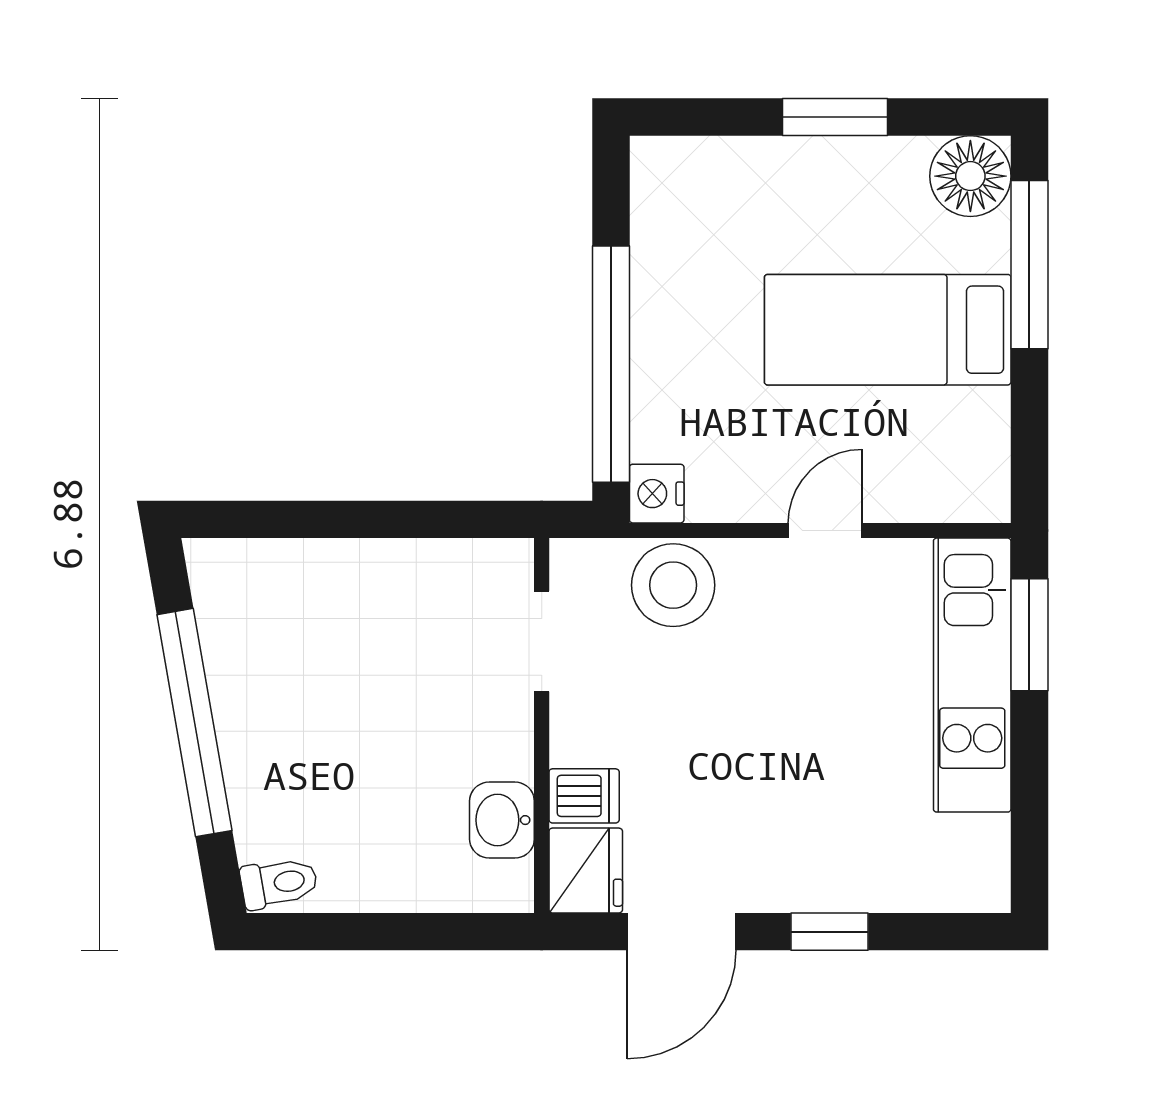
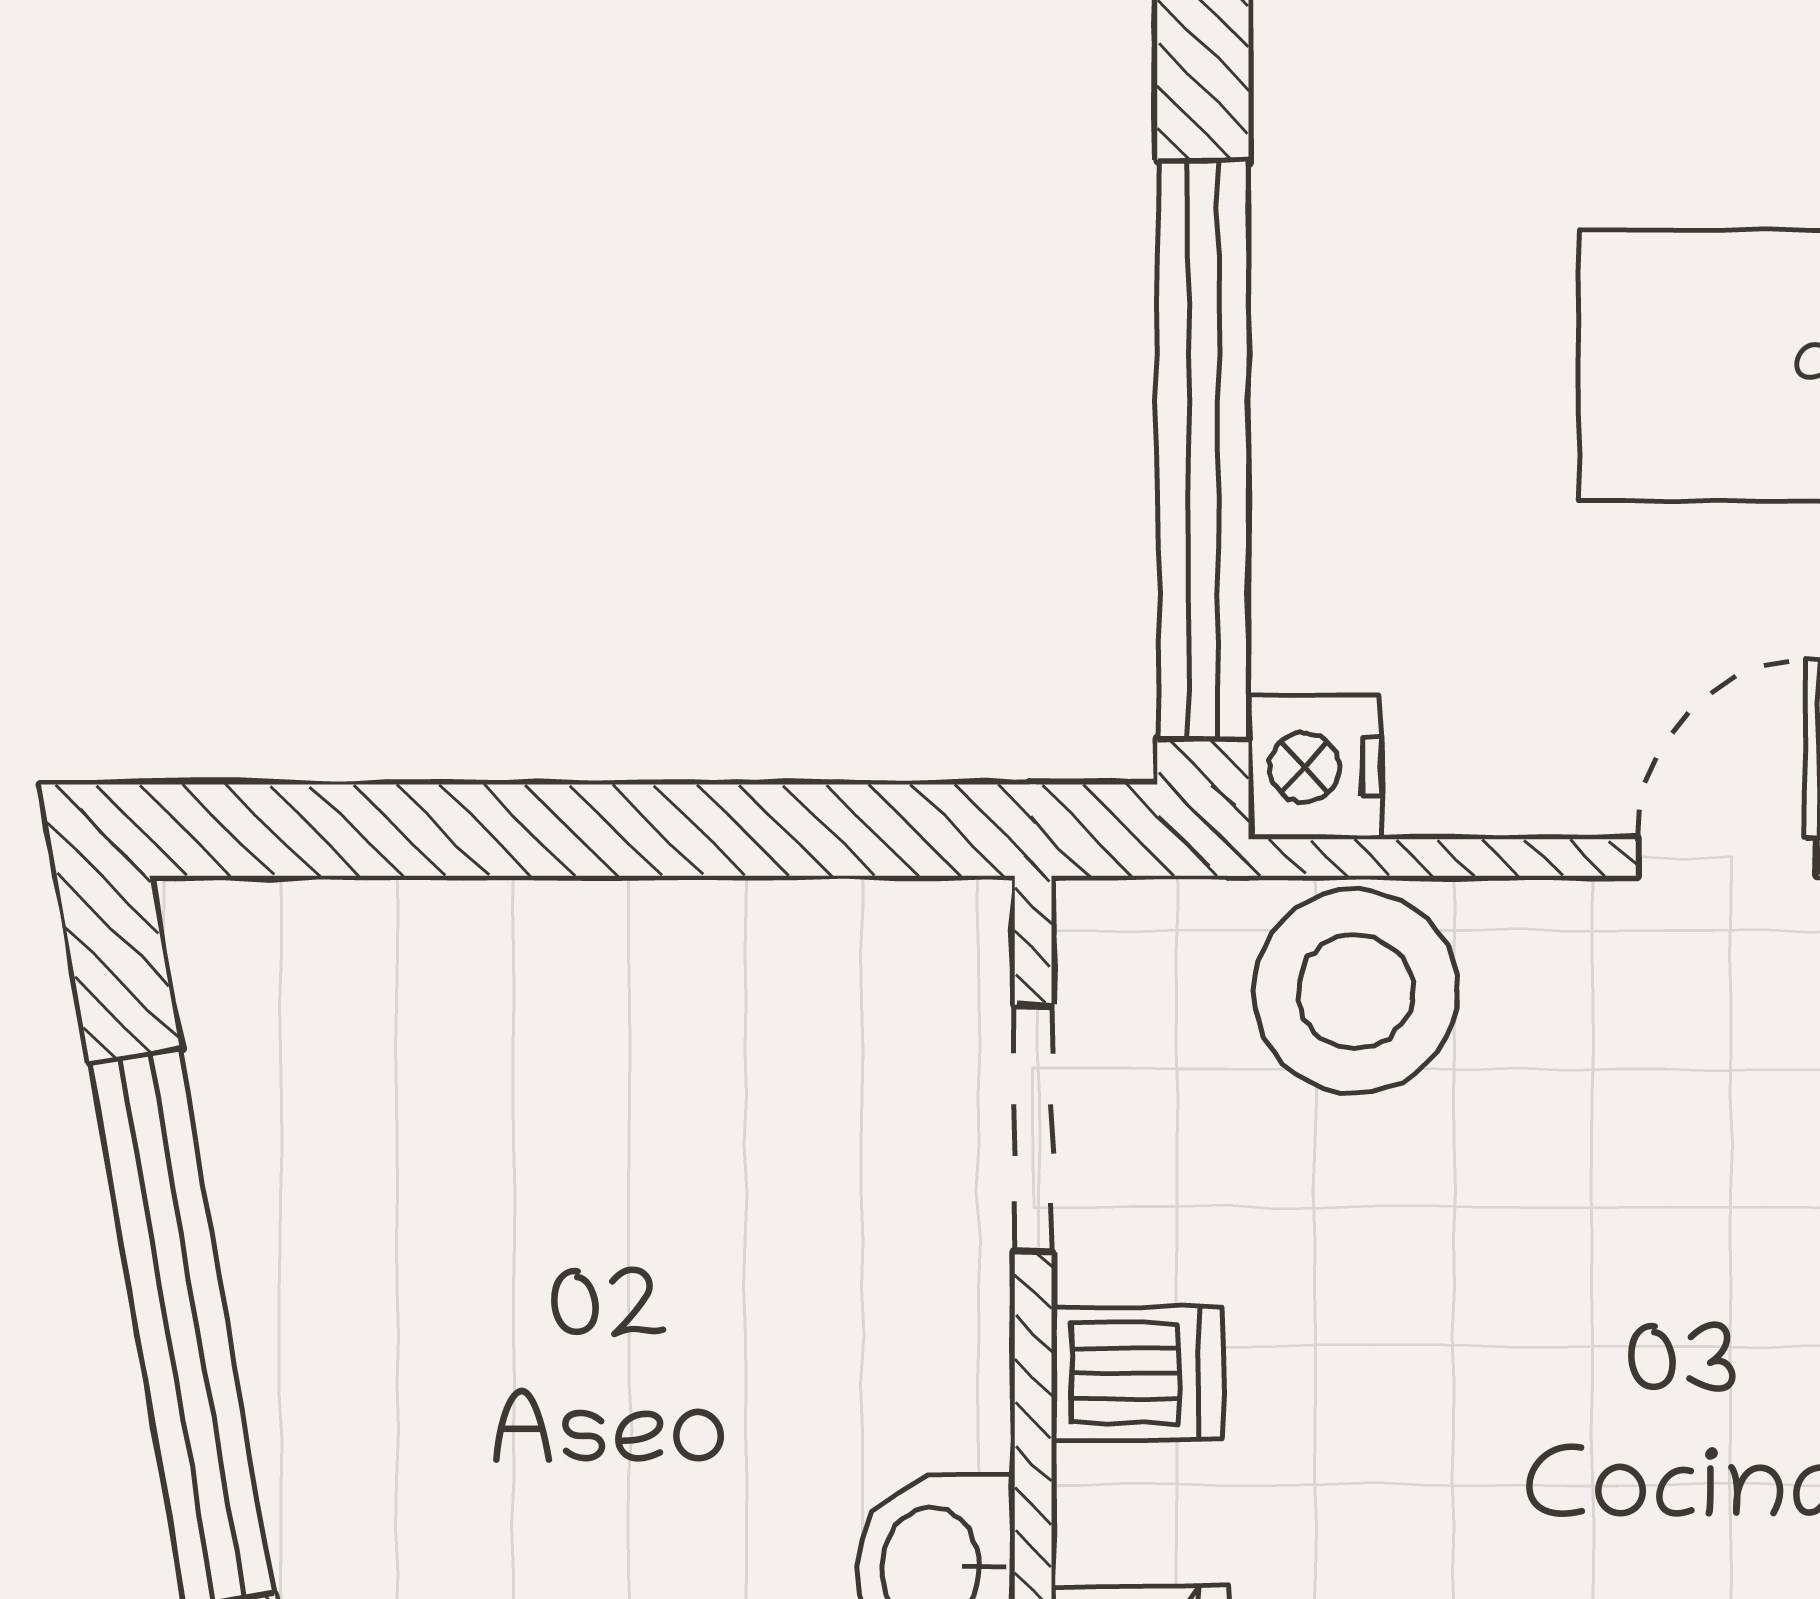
dishwasher: (584, 796) -> (1137, 1373), moved

